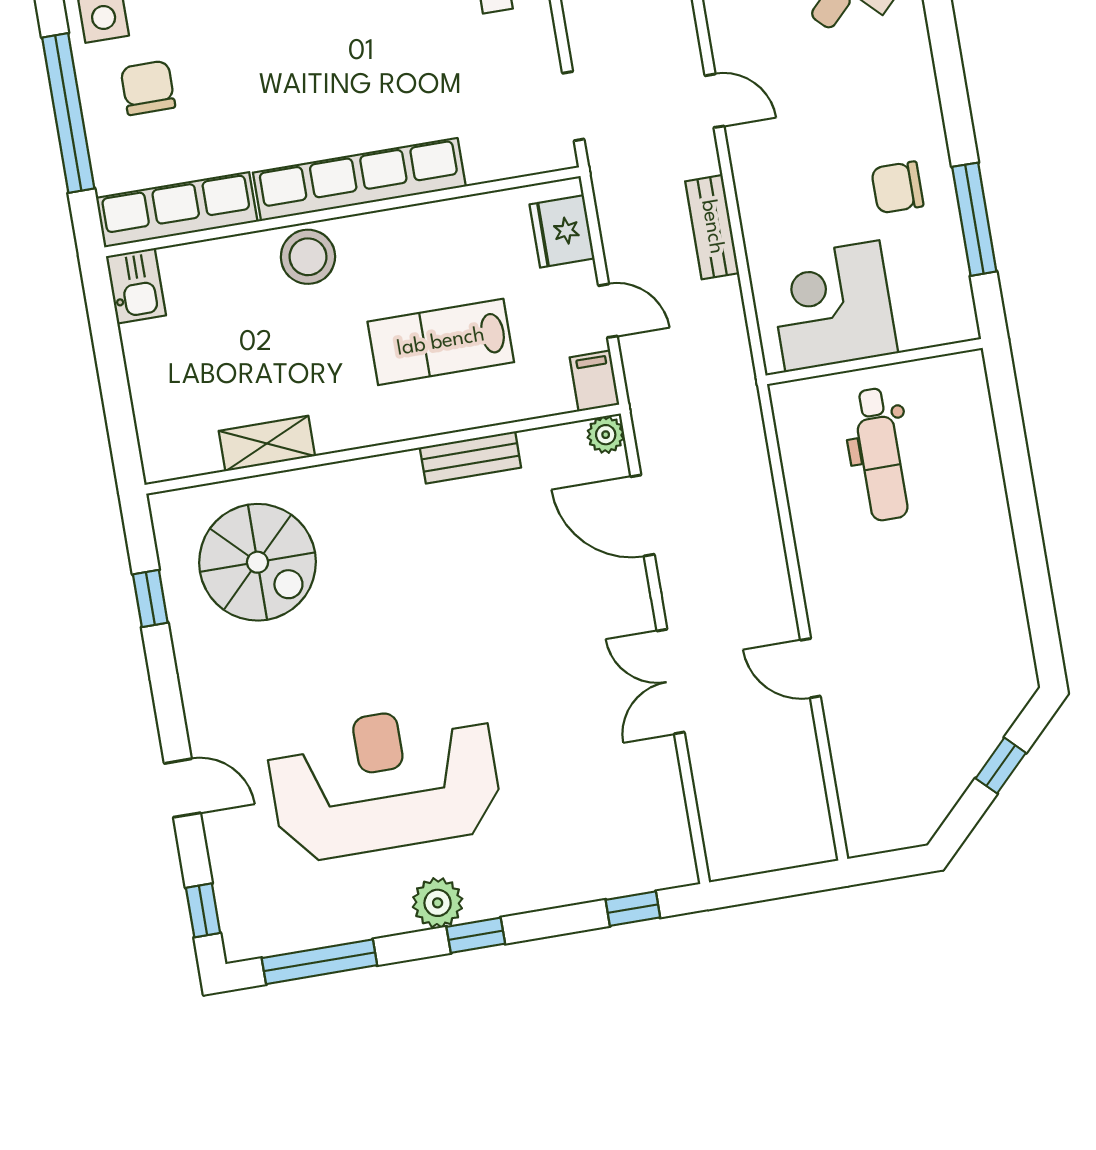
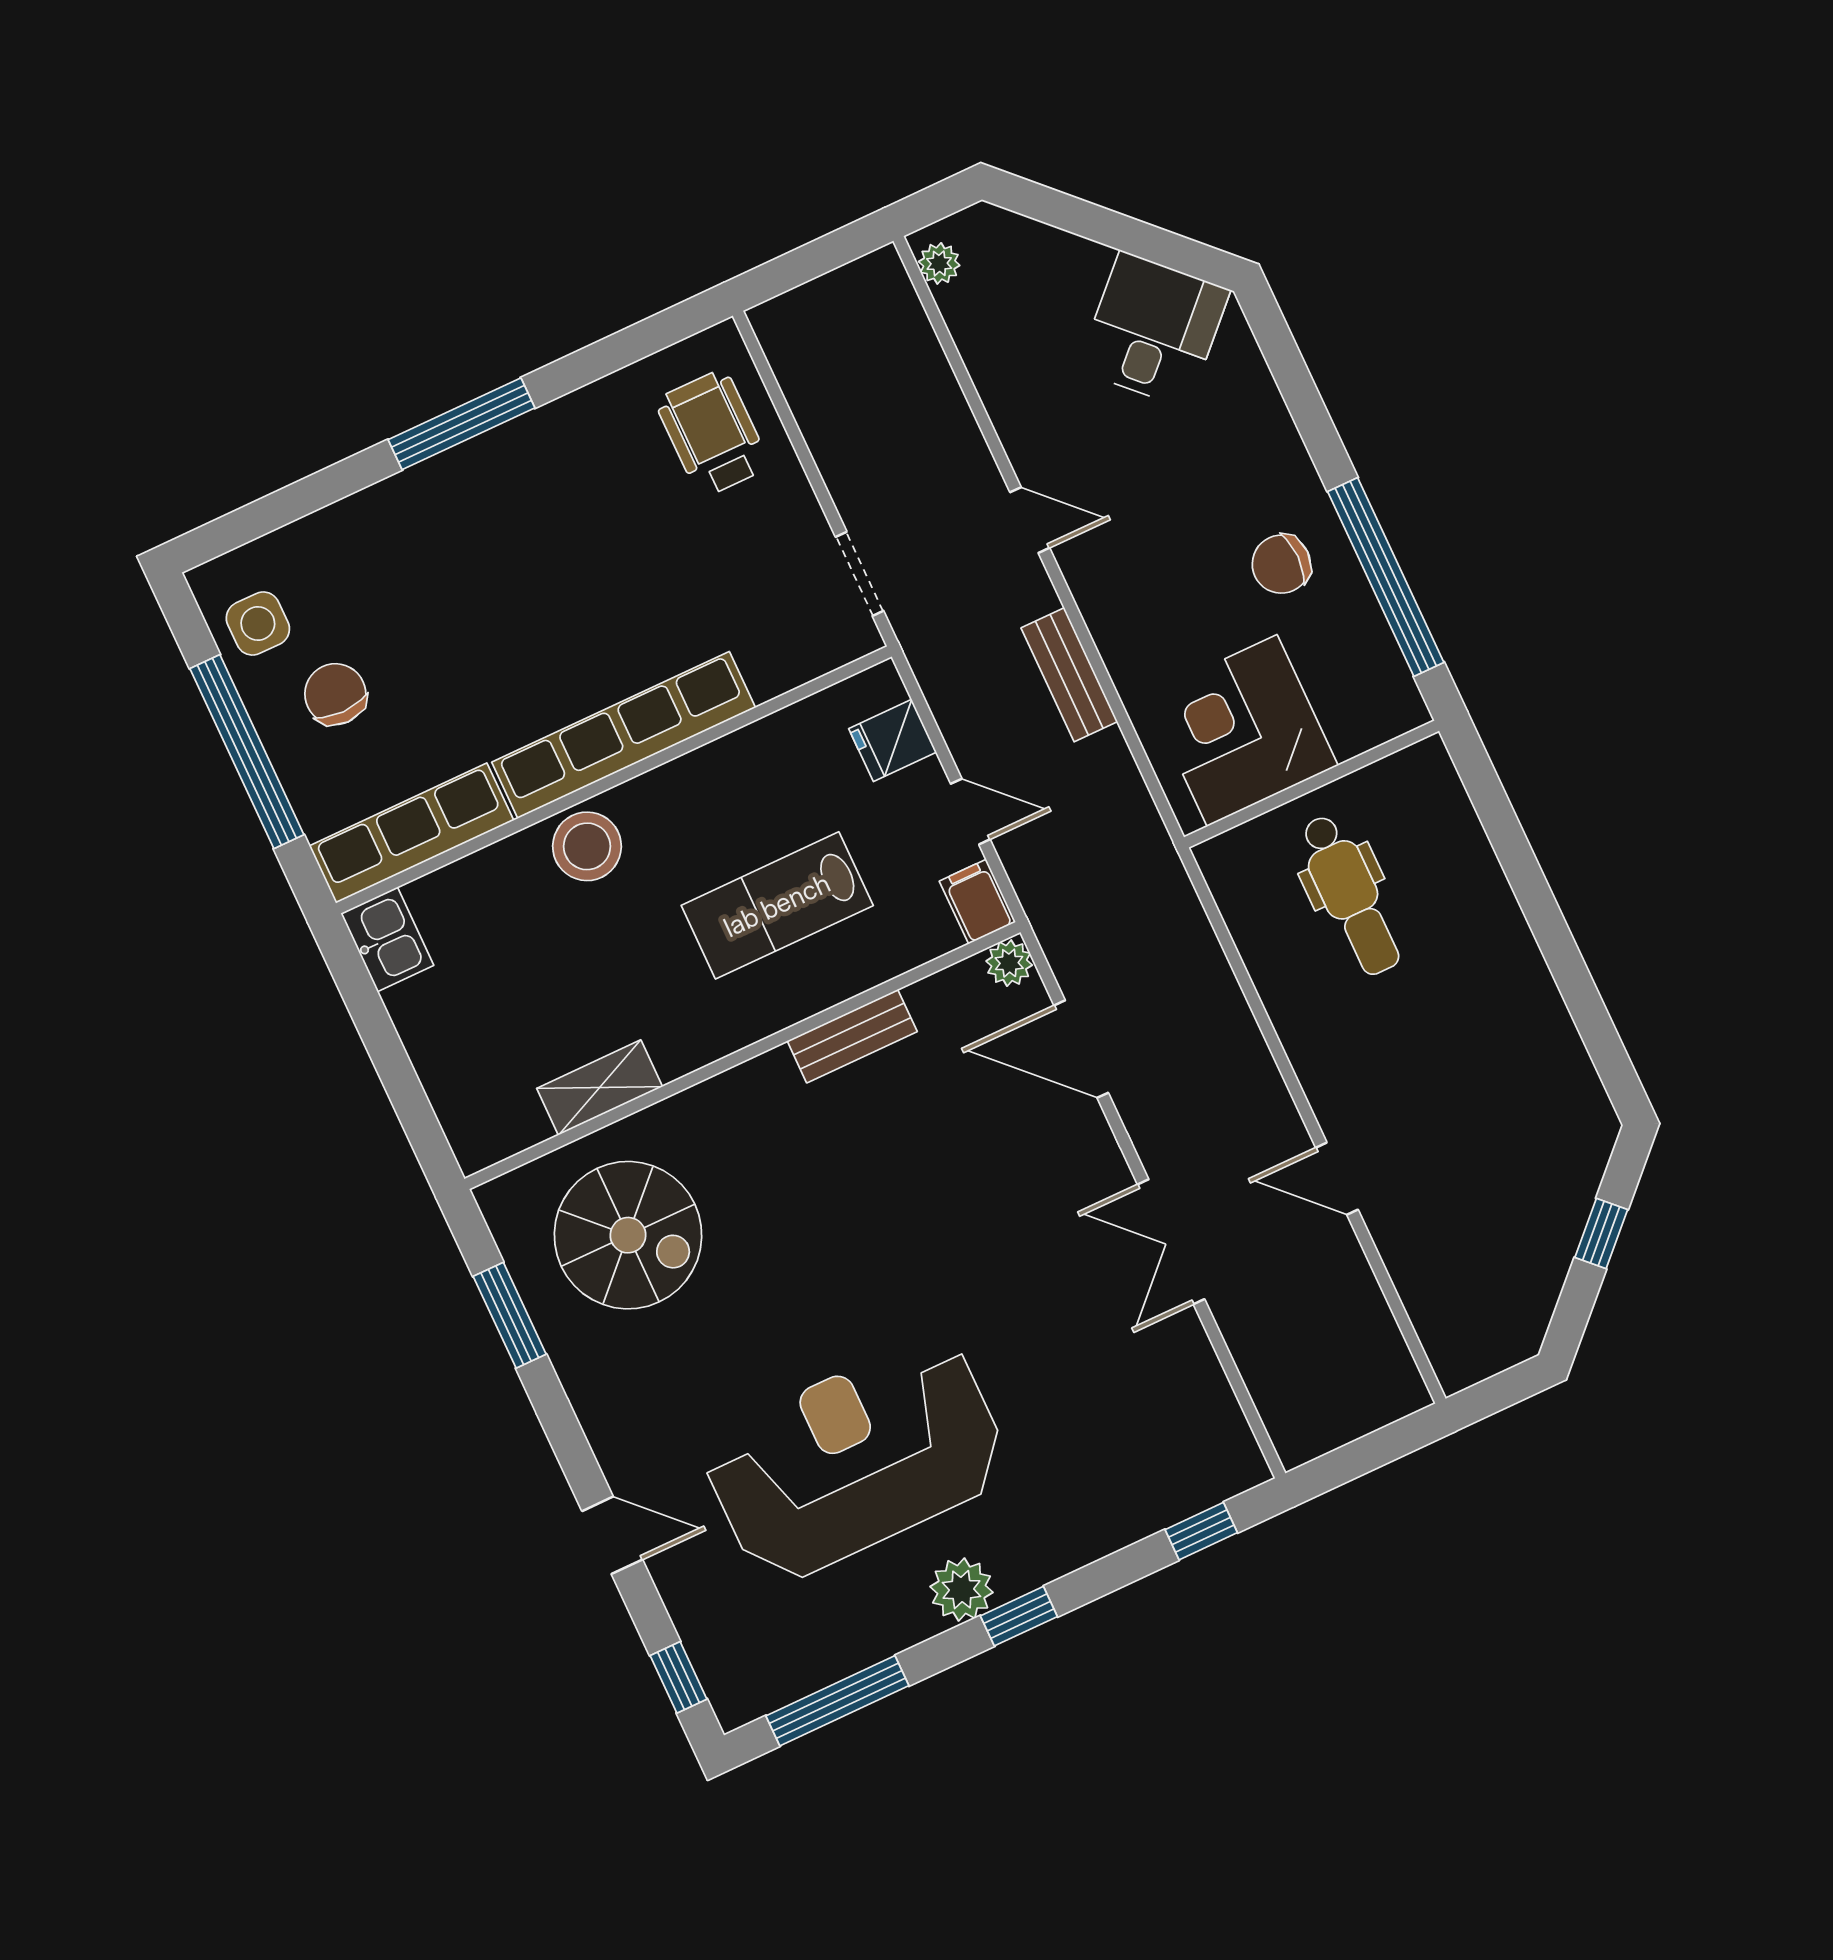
window: (974, 219) -> (1386, 577), width x1.46
fridge: (562, 231) -> (893, 740), width x0.72
window: (150, 599) -> (510, 1315), width x1.50

